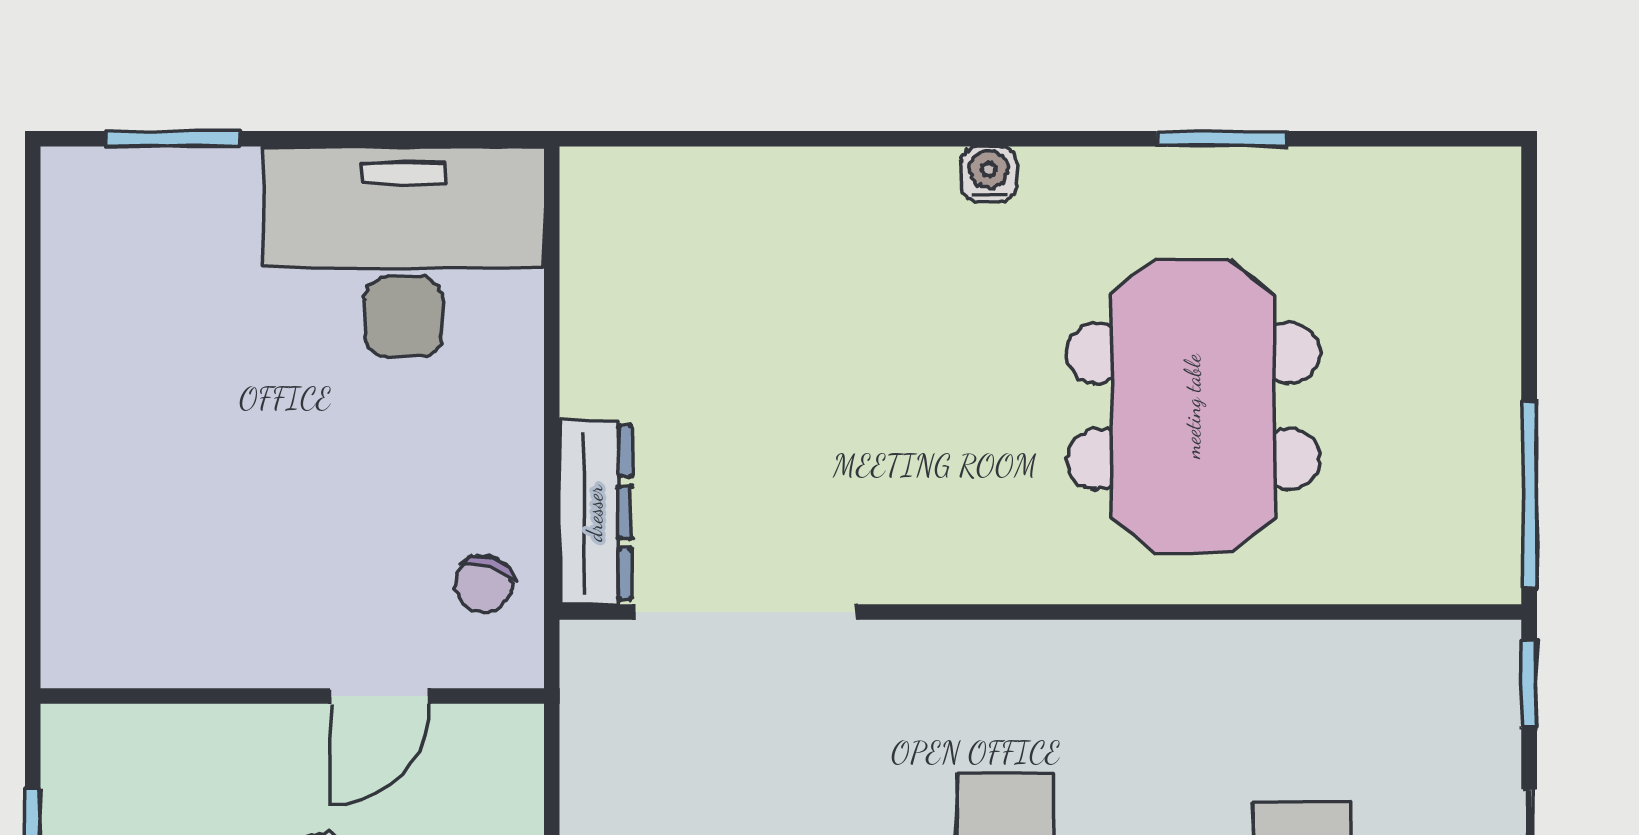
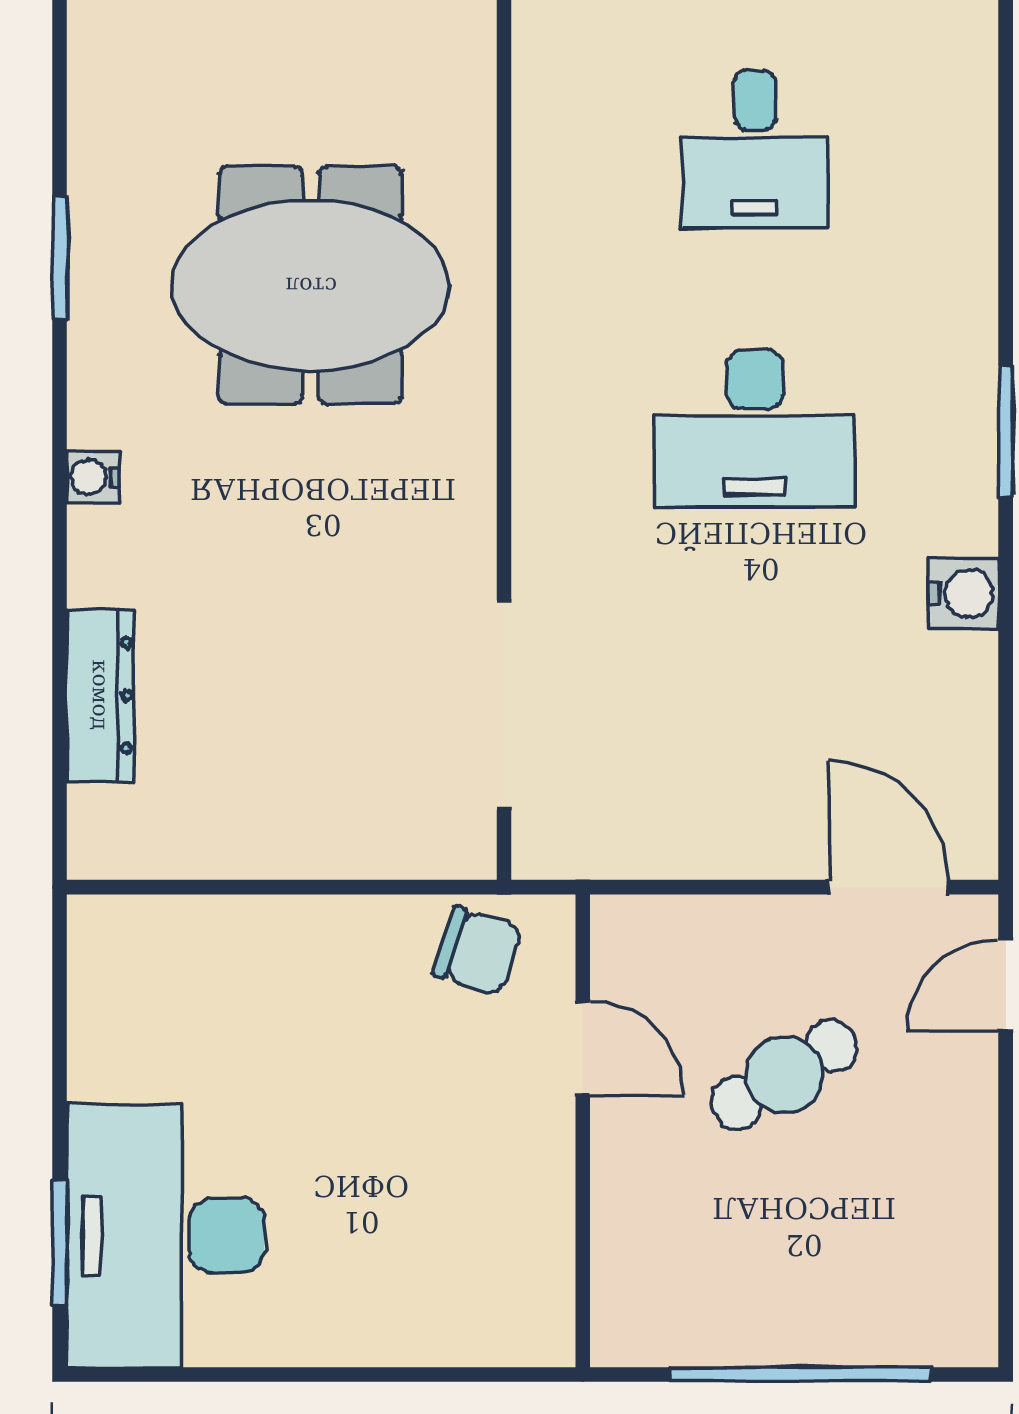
desk: (404, 251) -> (165, 1235), moved
dresser: (595, 513) -> (100, 695), moved, turned 90
chair: (484, 584) -> (478, 951), width x1.37, depth x1.37

